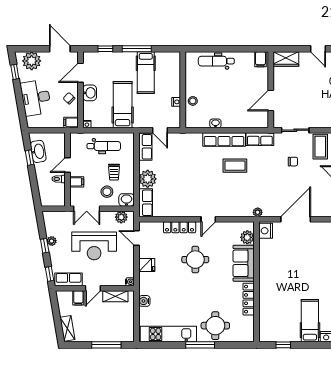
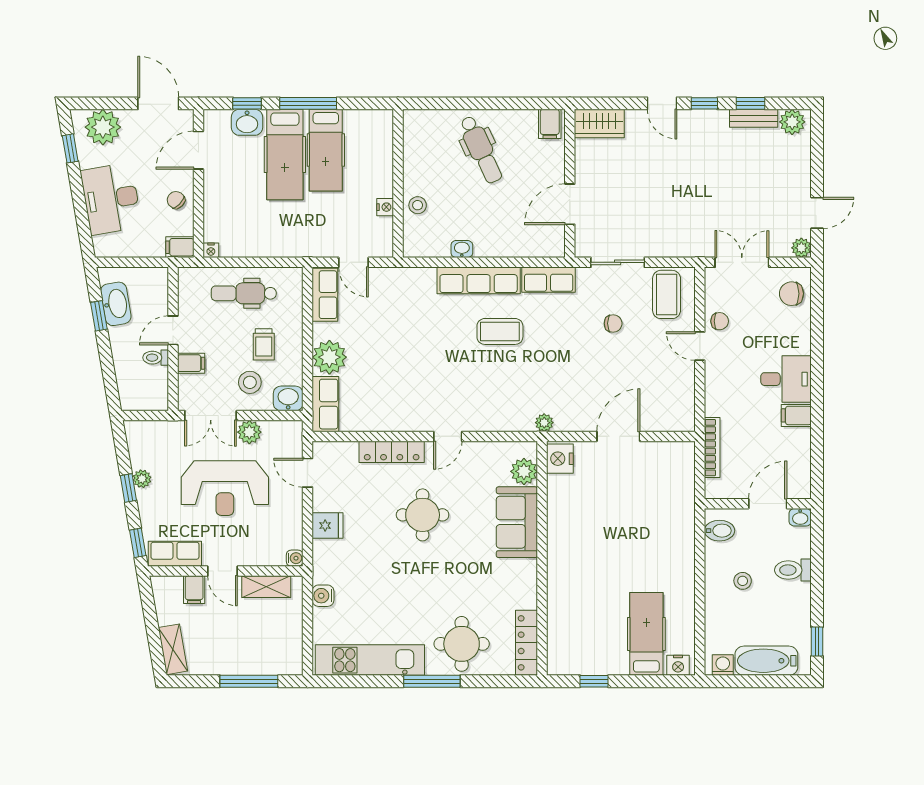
dental chair: (216, 61) -> (481, 150), moved, turned -115
washbasin: (90, 93) -> (247, 122), moved, turned 90
hospital bed: (123, 105) -> (285, 155), moved, turned 180
dental chair: (104, 146) -> (244, 293), turned 180
plant: (121, 217) -> (249, 432), moved
door: (296, 219) -> (618, 436), width x0.73
door: (93, 288) -> (222, 571), hinge flipped
locker: (249, 299) -> (527, 643), moved

